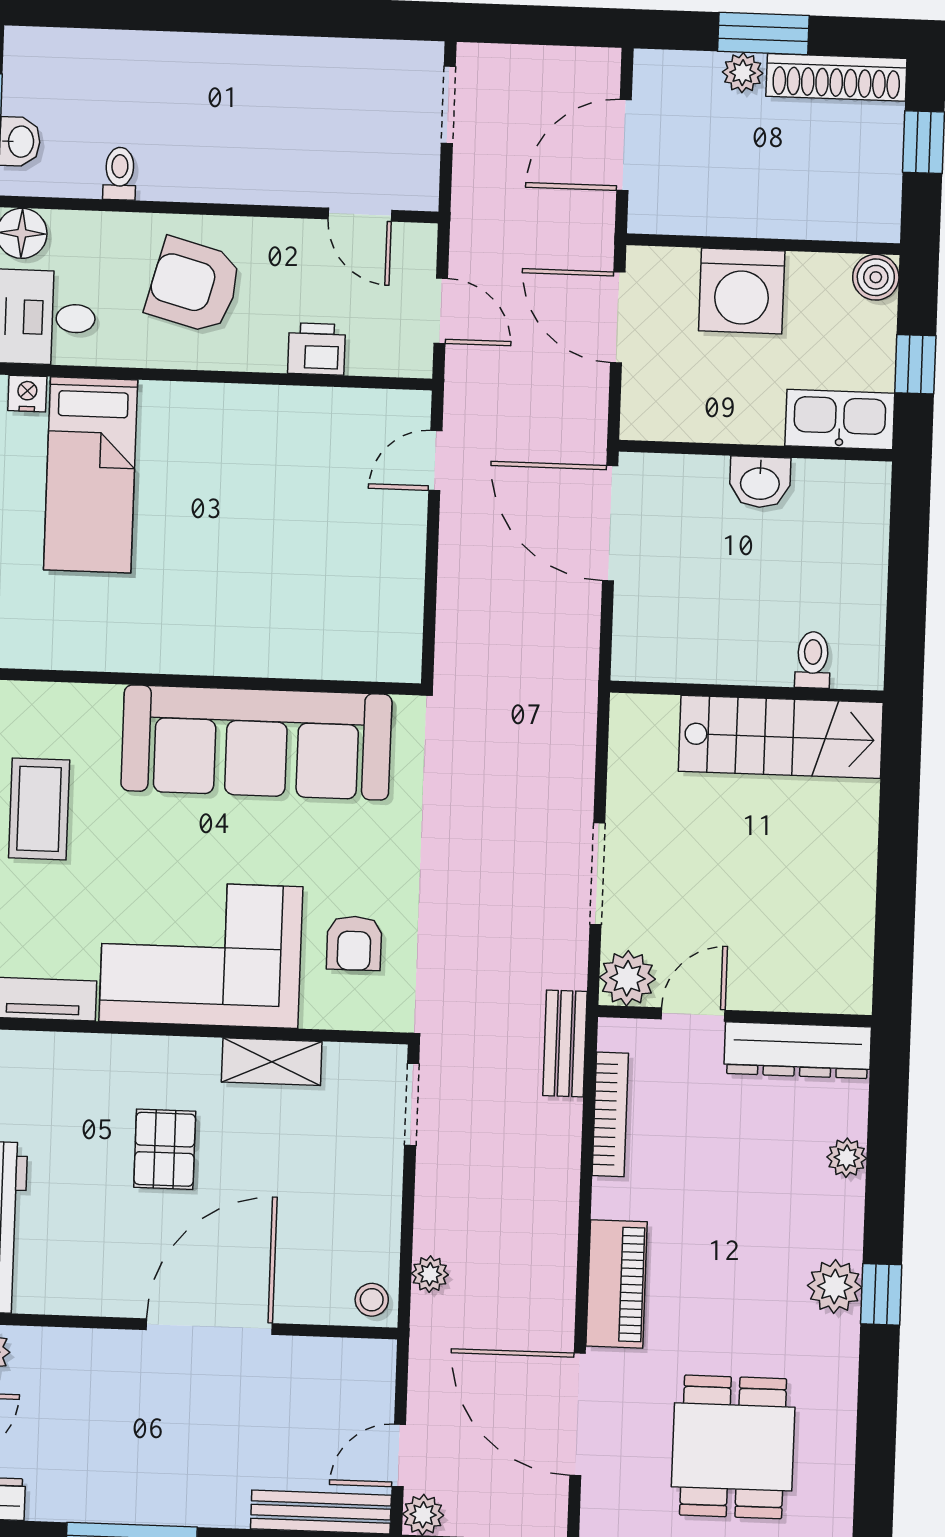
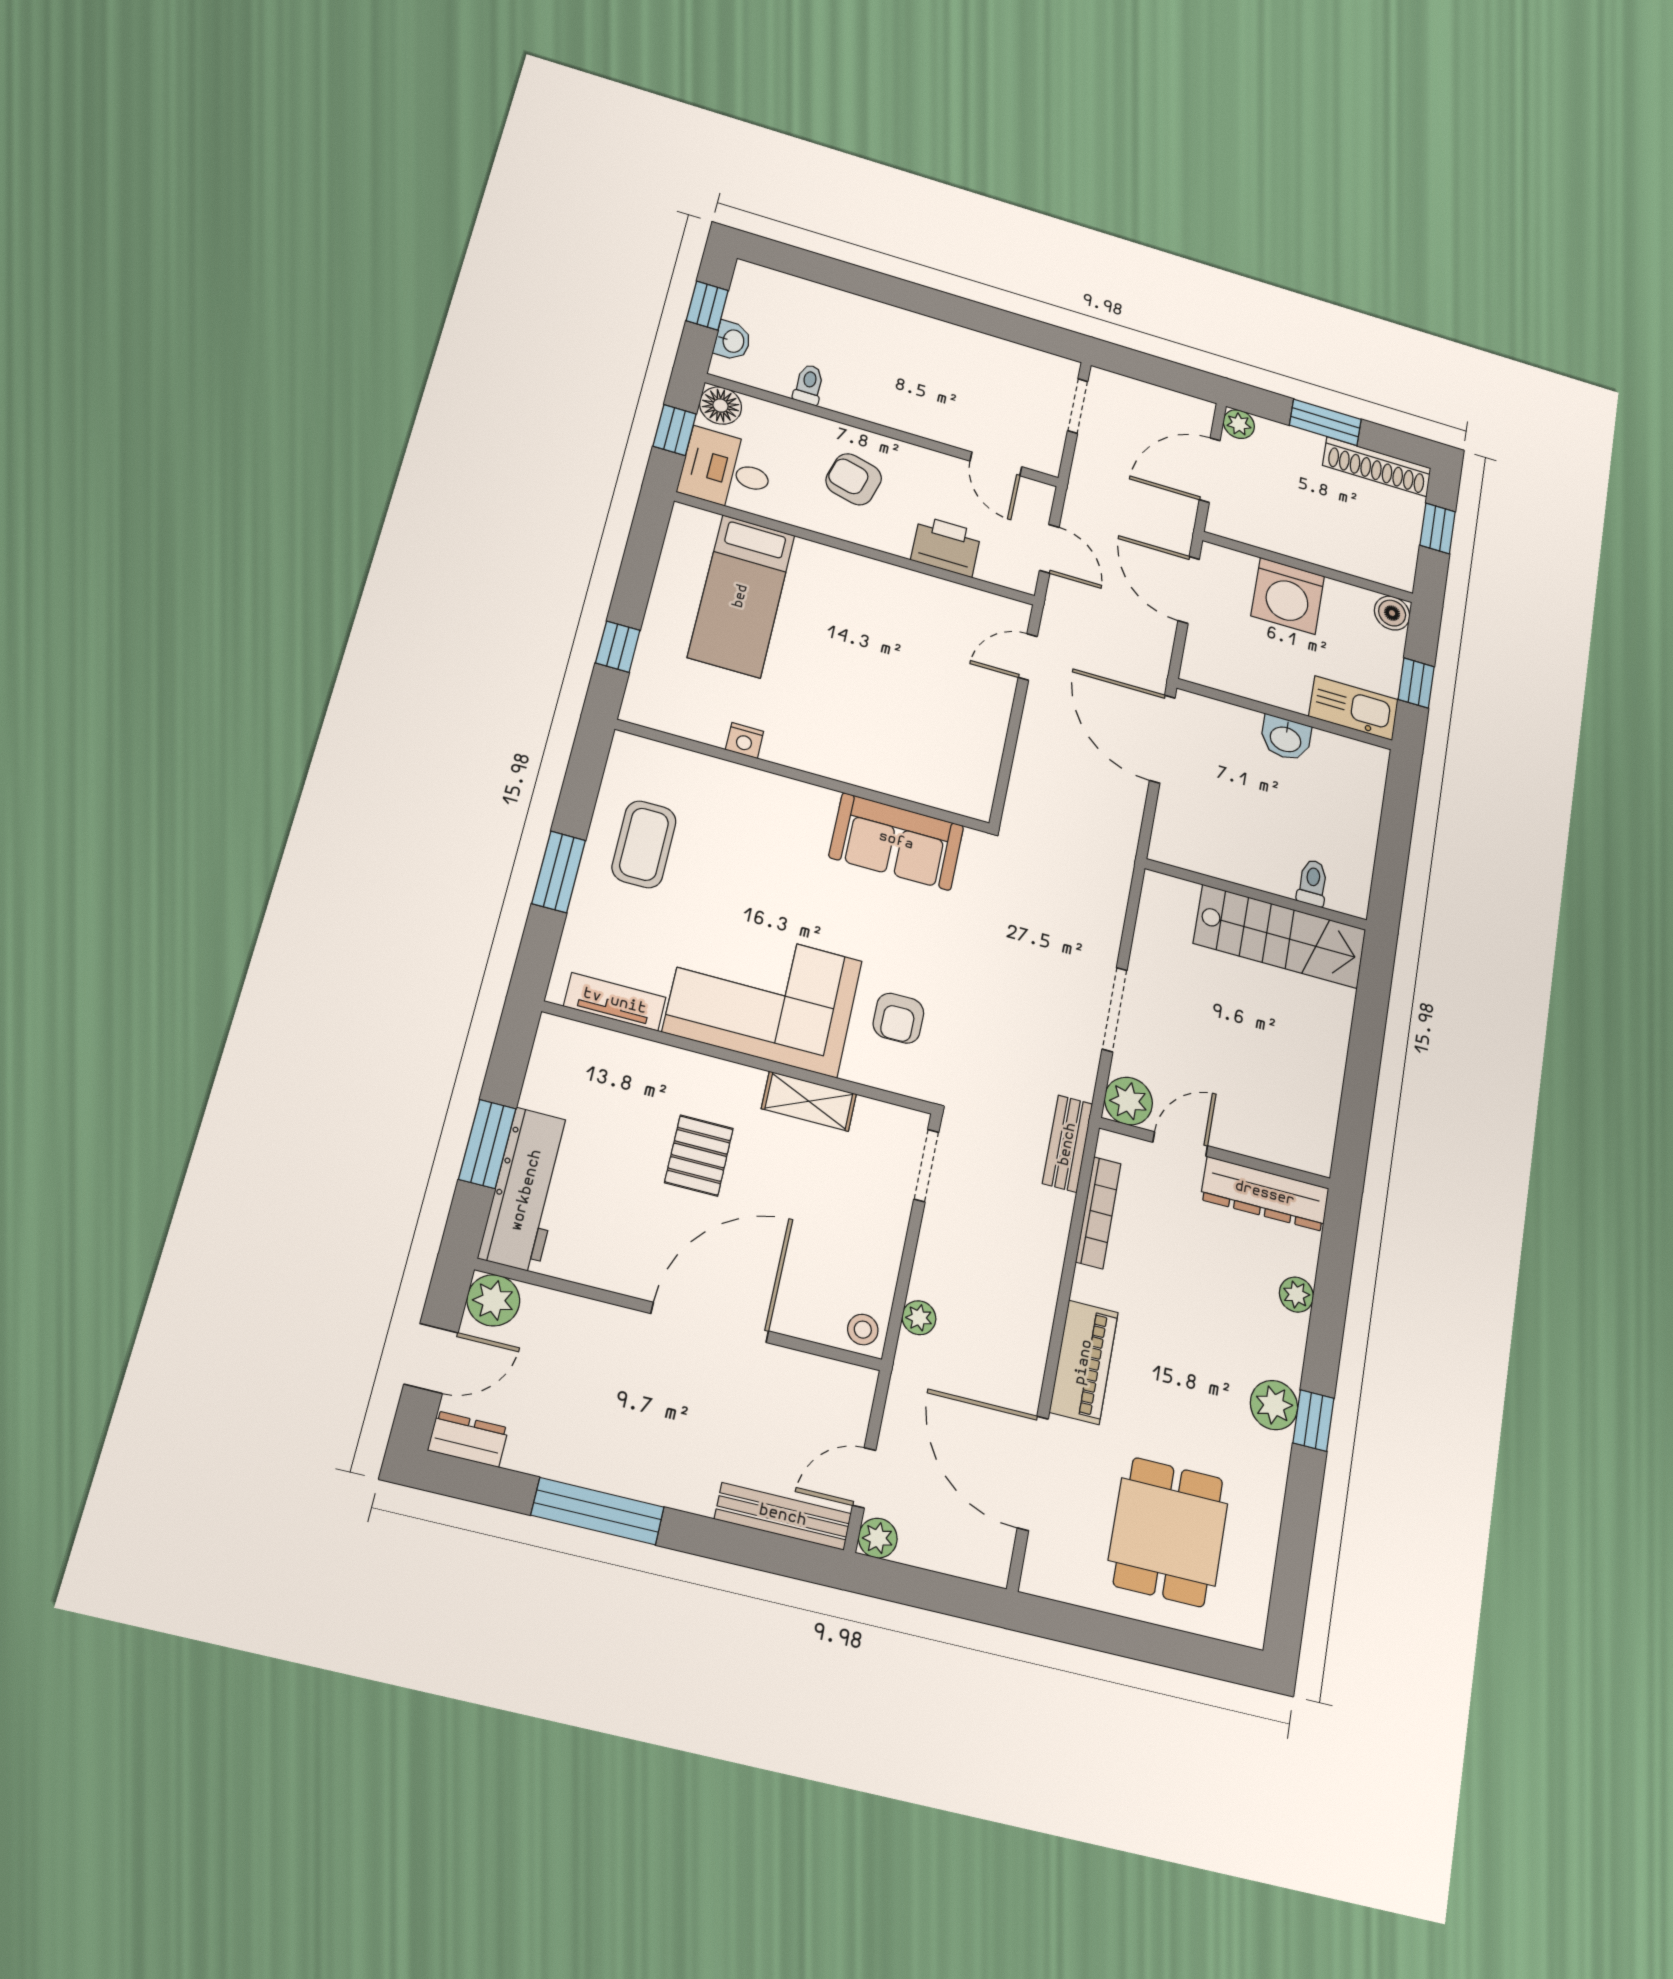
plant: (743, 73) -> (1239, 424), moved
armchair: (194, 286) -> (854, 479), width x0.72, depth x0.72
printer: (317, 349) -> (946, 546), width x1.36, depth x1.24
nightstand: (27, 394) -> (745, 741), moved, turned 180
sofa: (256, 742) -> (896, 841), width x0.54, depth x0.79

